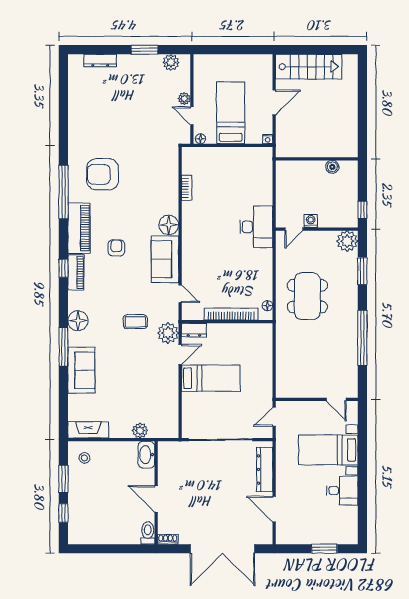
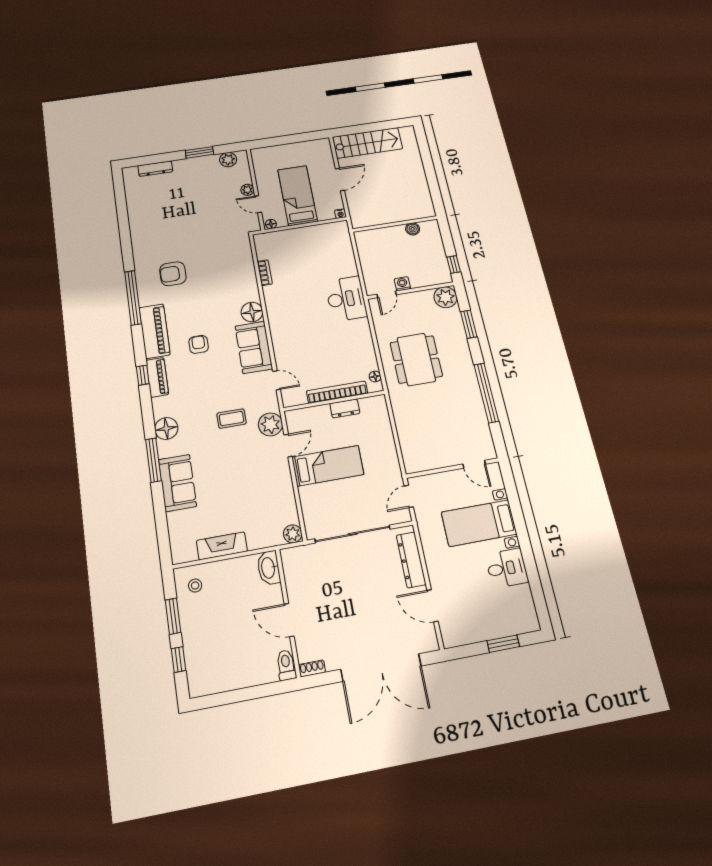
armchair: (103, 174) -> (173, 274), width x0.73, depth x0.73
dresser: (194, 330) -> (345, 408), moved
fireplace: (88, 430) -> (222, 546), moved
plant: (140, 431) -> (293, 534), moved

